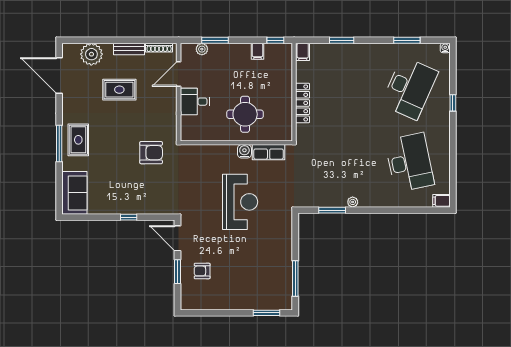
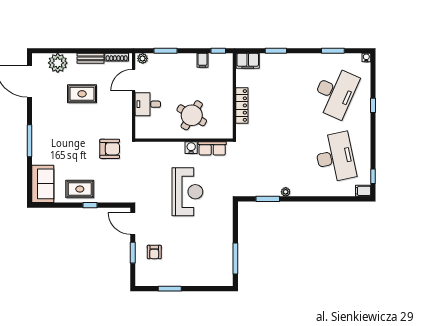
plant: (202, 49) -> (143, 58), moved
filing cabinet: (303, 52) -> (248, 61), width x2.00
round table: (245, 114) -> (192, 115), turned 31
rug: (78, 140) -> (80, 189), moved, turned 90
window: (453, 184) -> (373, 176), added
armchair: (202, 271) -> (154, 252), turned -90
window: (267, 313) -> (170, 289), moved

